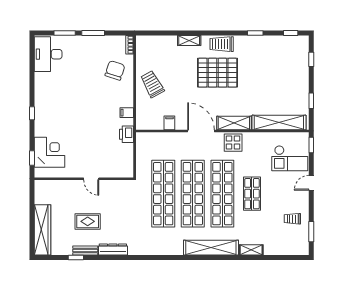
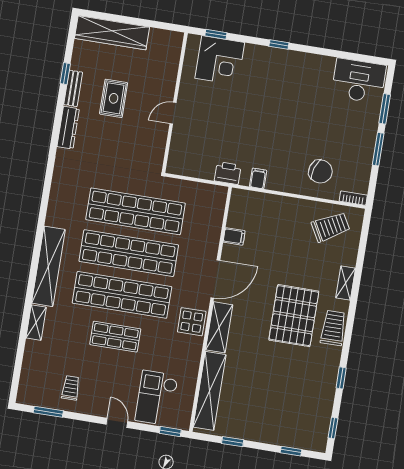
trolley: (152, 84) -> (331, 227), moved

